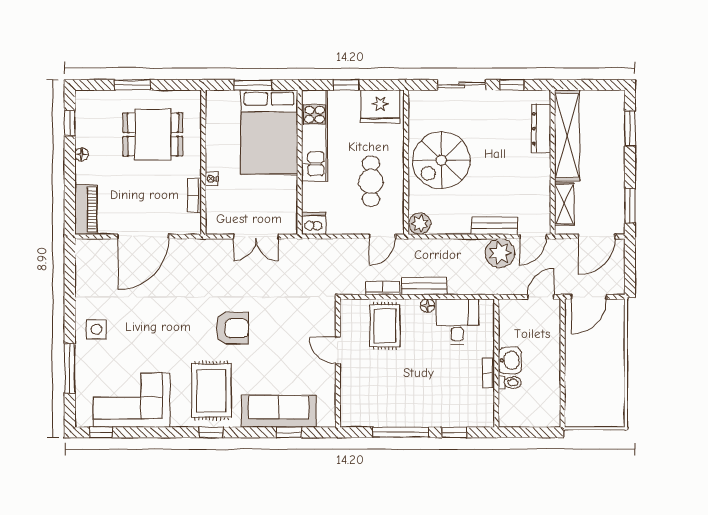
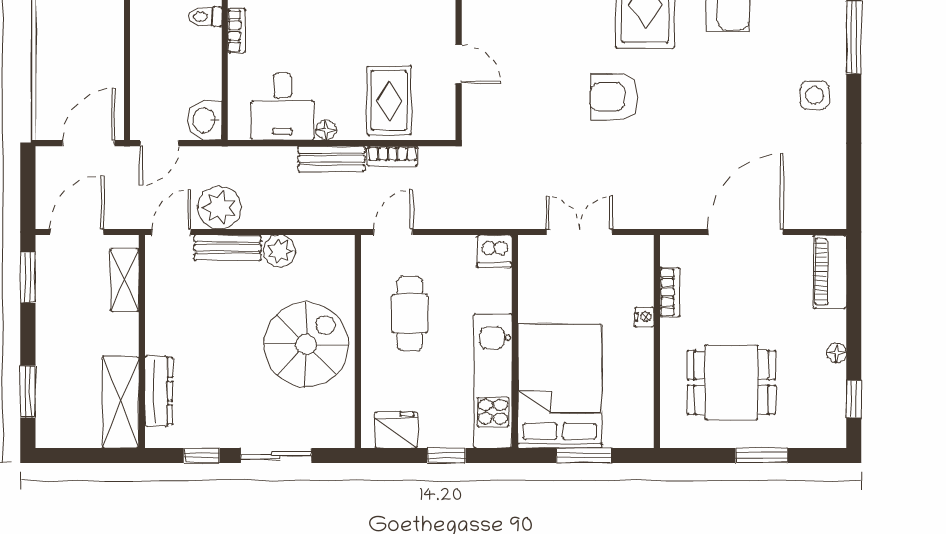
fridge: (380, 106) -> (396, 430), width x0.73, depth x0.75
shelving: (567, 135) -> (121, 402), width x0.68
plant: (420, 224) -> (280, 251), moved
washbasin: (510, 360) -> (205, 120), moved

